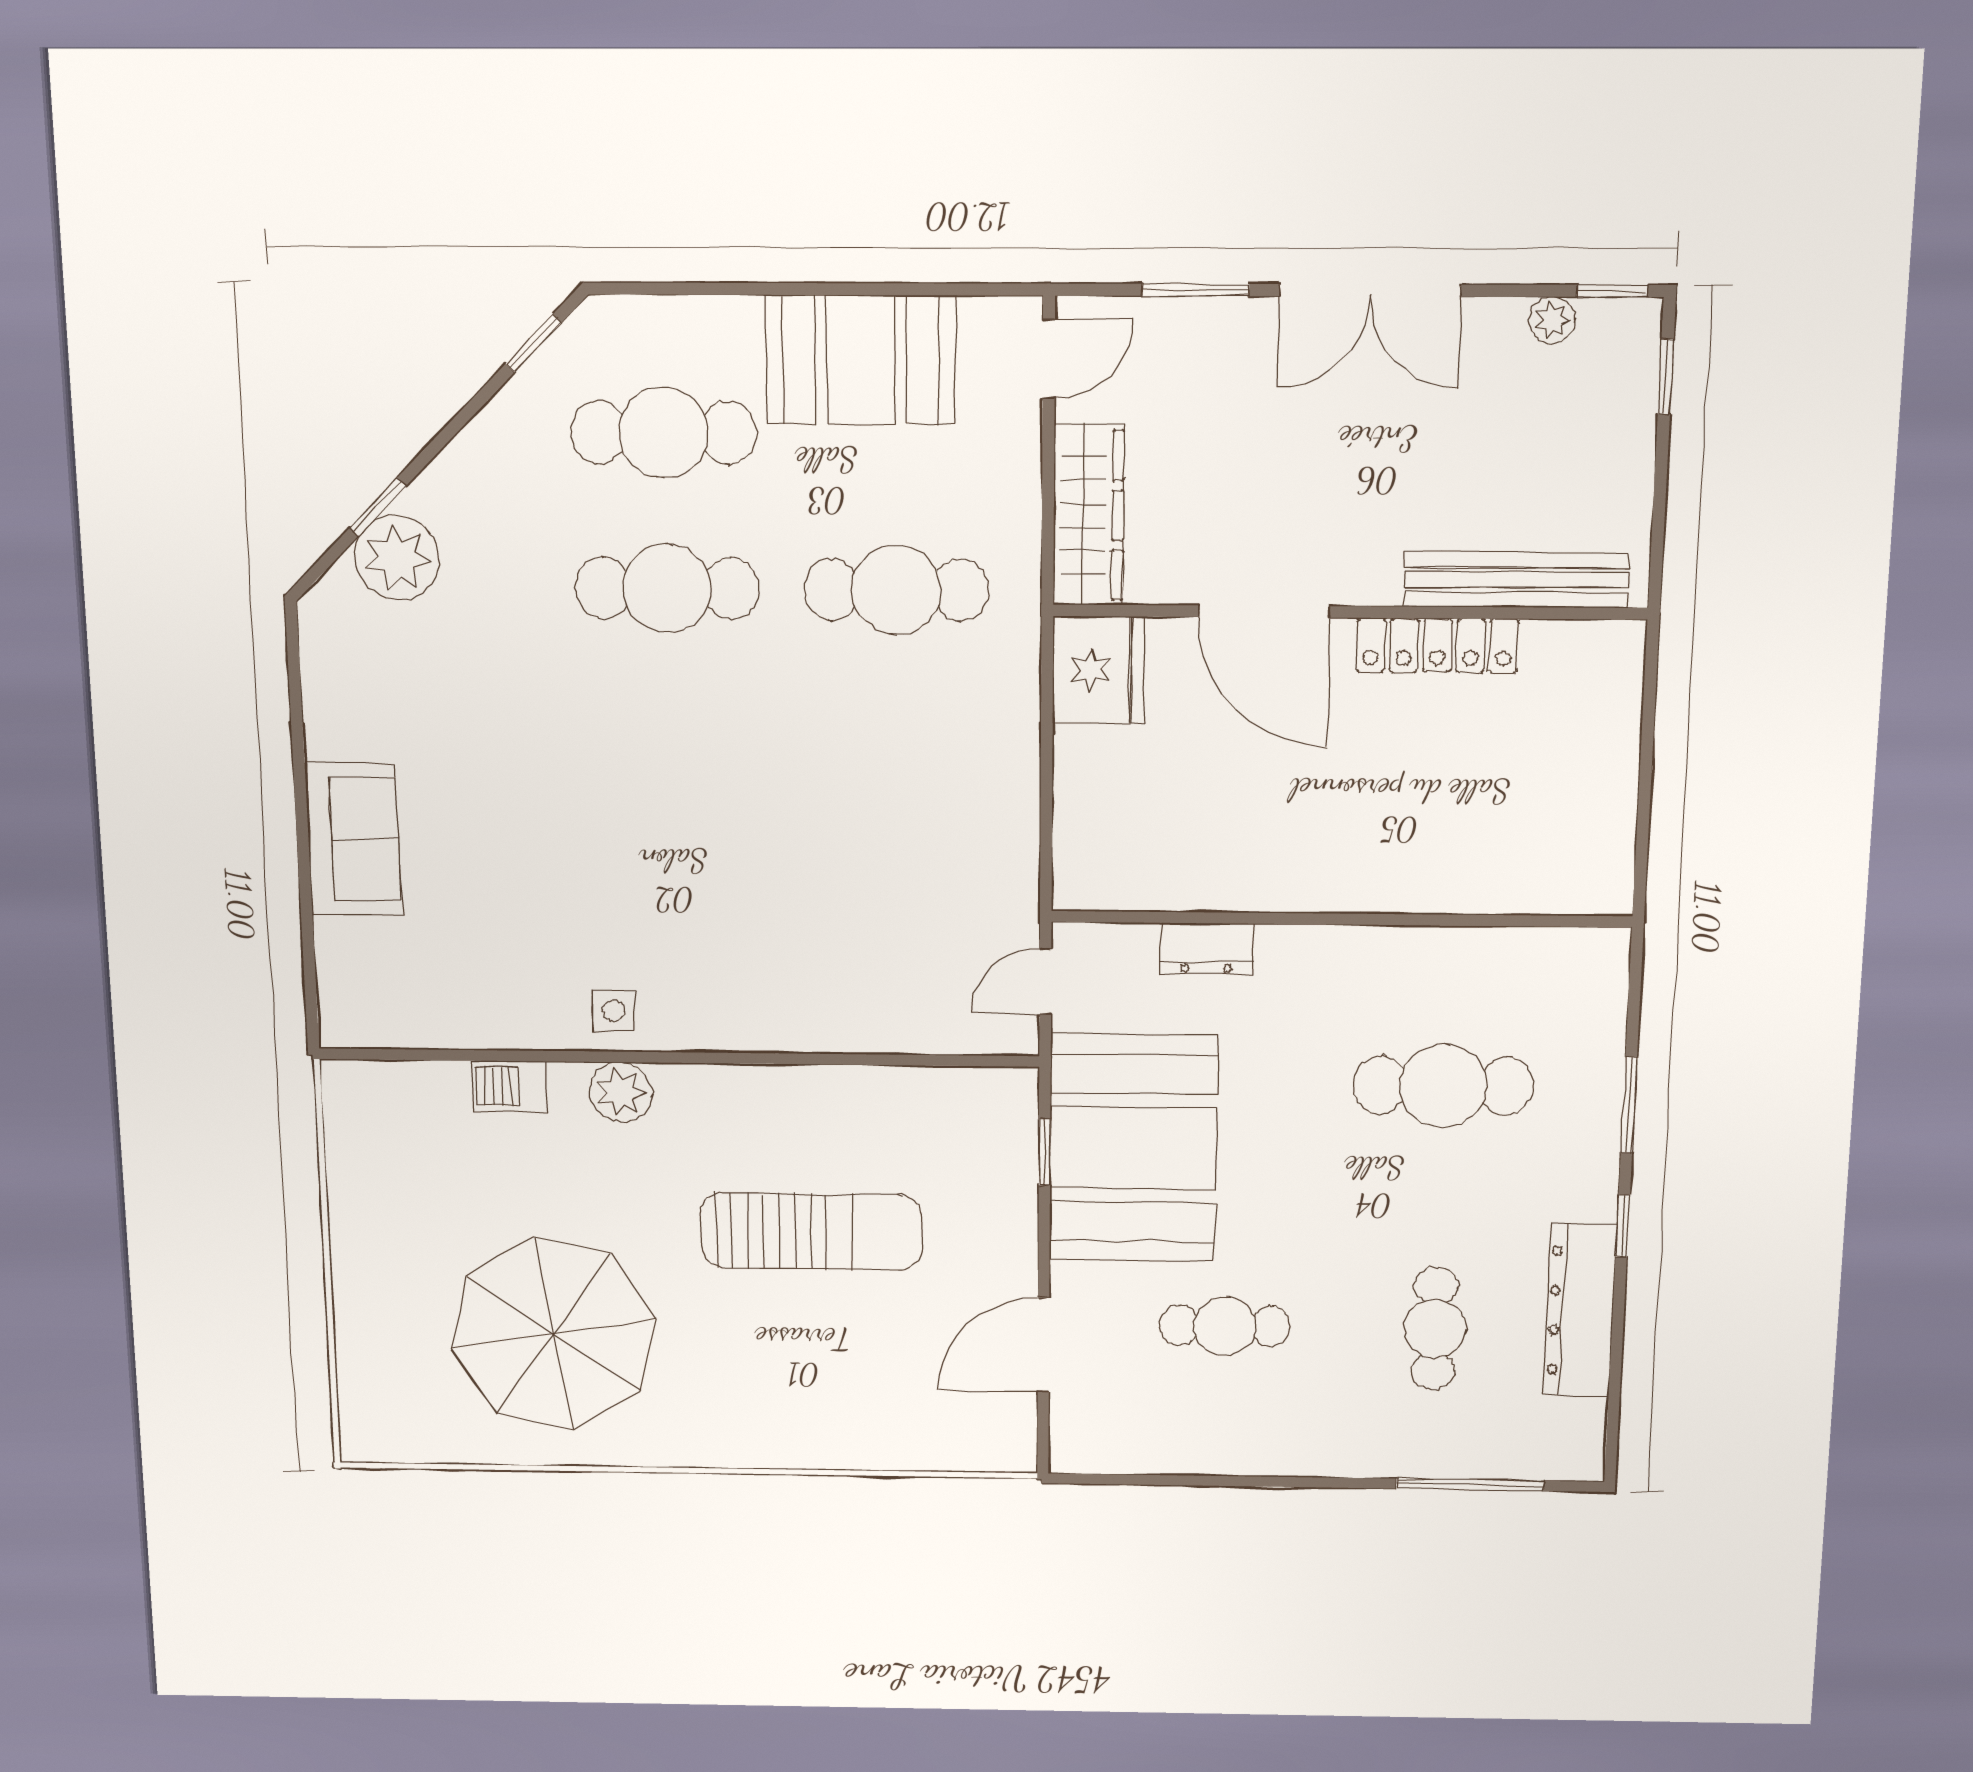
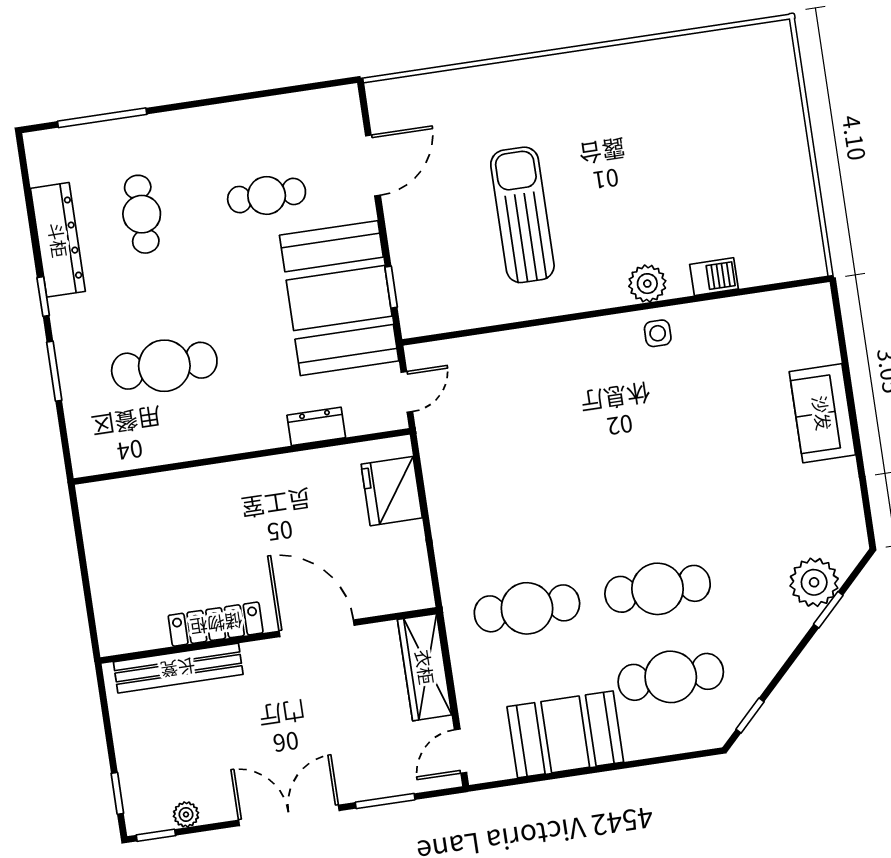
fridge: (1099, 670) -> (392, 491), moved
sun lounger: (811, 1231) -> (522, 215), turned 90
parasol: (553, 1334) -> (669, 124), removed

